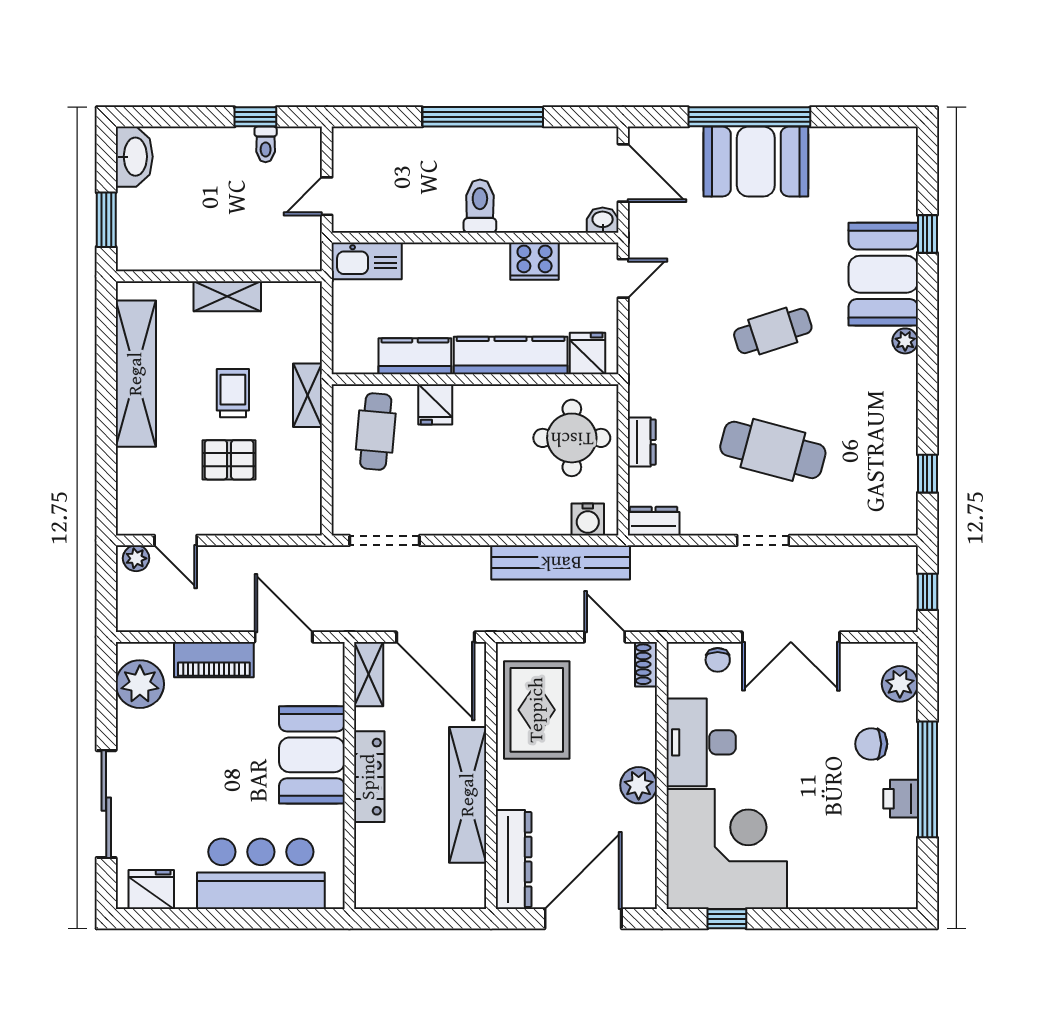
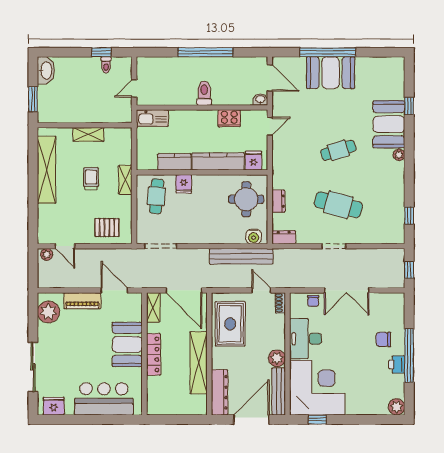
pallet: (229, 460) -> (107, 227), moved
plant: (900, 684) -> (397, 407), moved
bench: (642, 858) -> (279, 391), added

